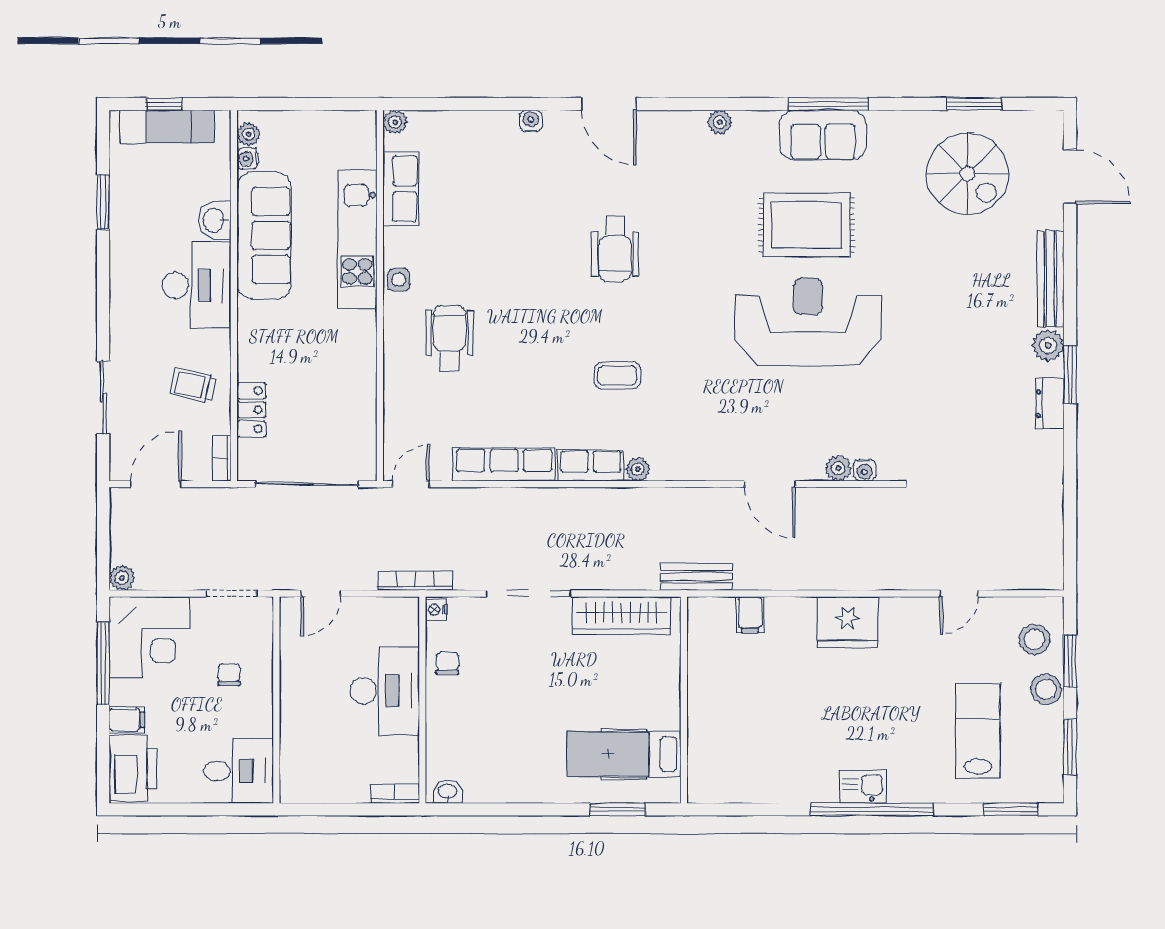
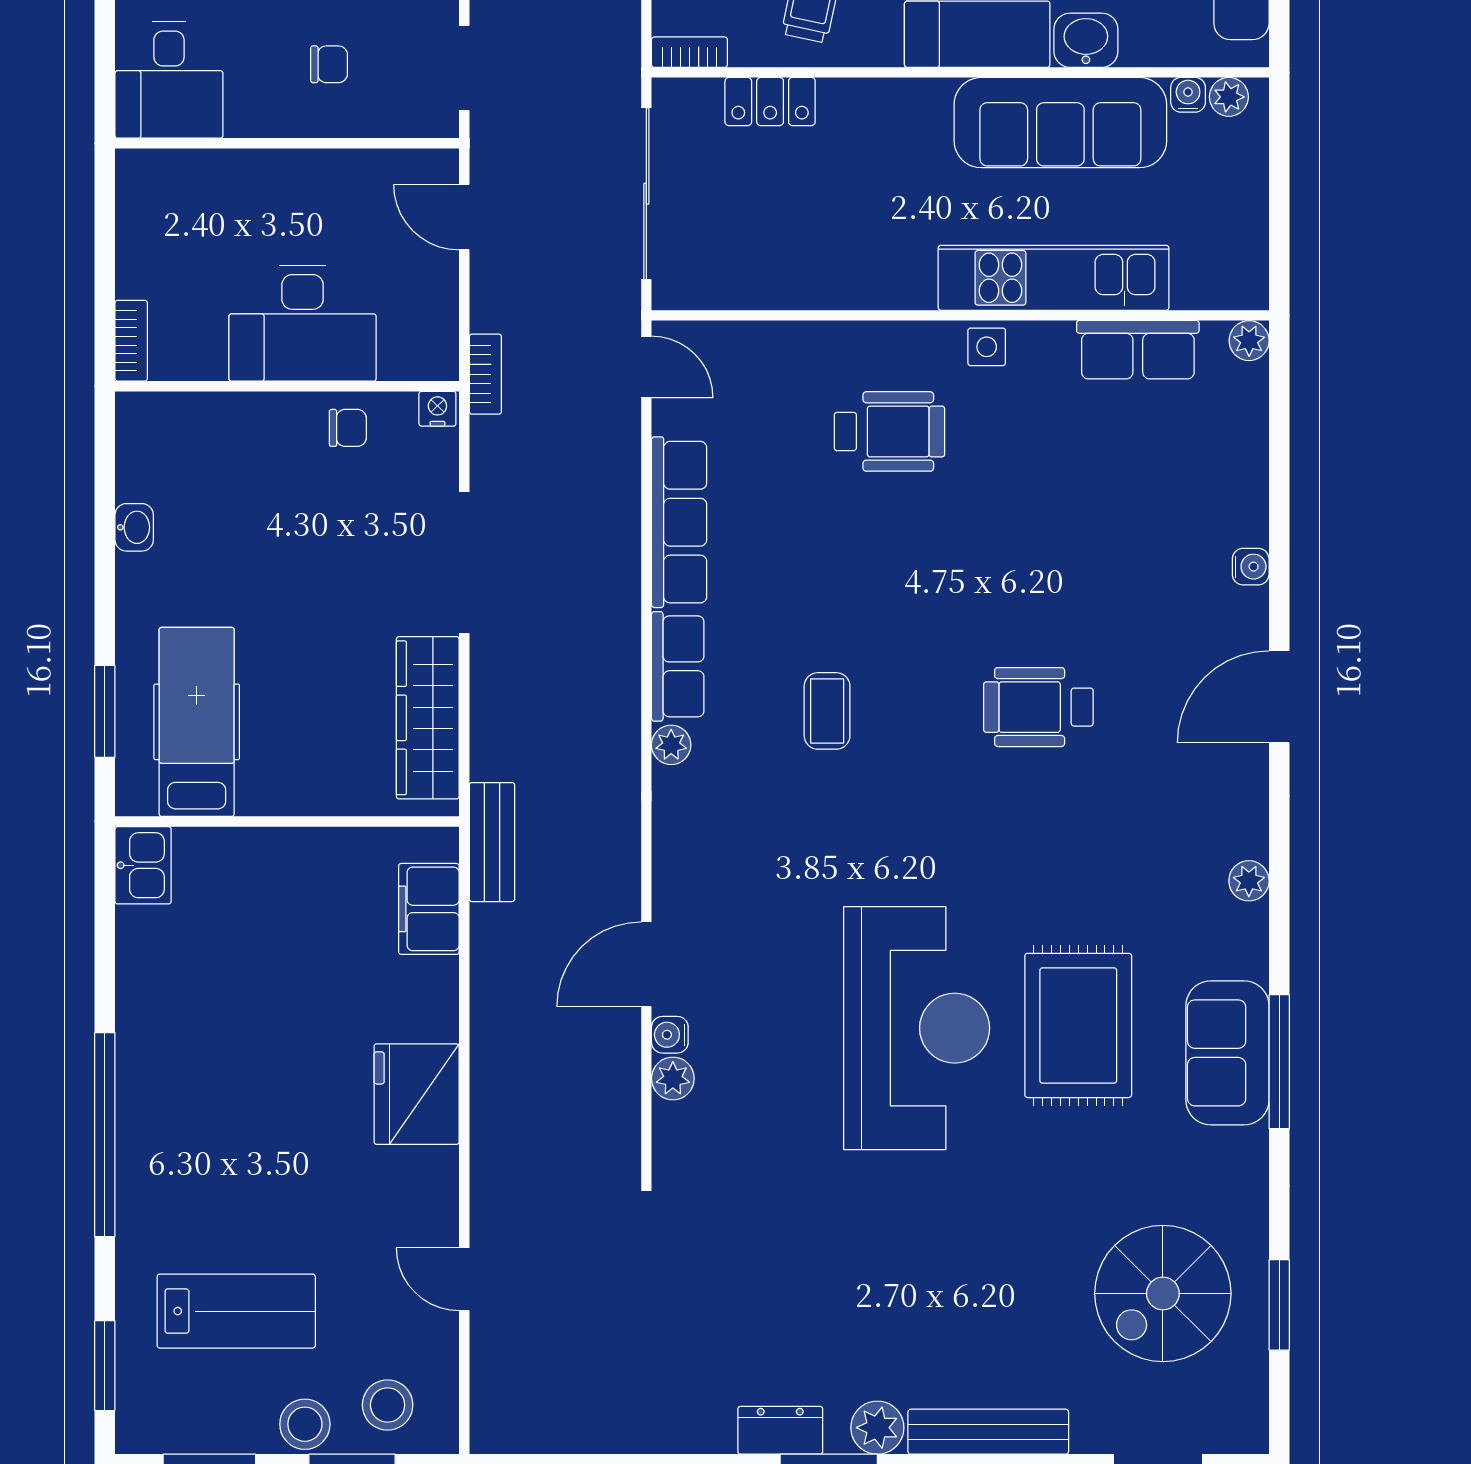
water cooler: (865, 470) -> (670, 1035), moved
bookcase: (415, 581) -> (485, 374), width x0.64
filing cabinet: (750, 615) -> (429, 909), width x2.00
kitchen sink: (863, 786) -> (143, 865), moved
washbasin: (448, 792) -> (134, 527), moved

